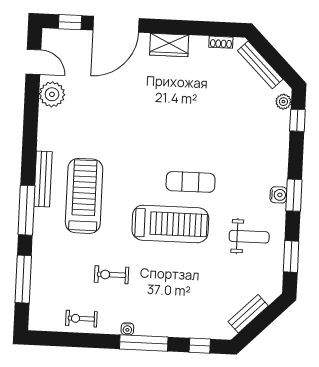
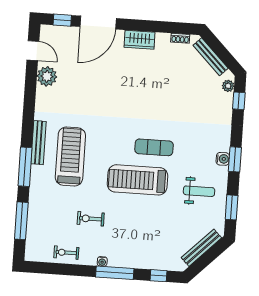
treadmill: (170, 224) -> (138, 180), turned 180
bench: (248, 314) -> (201, 248), width x1.36

